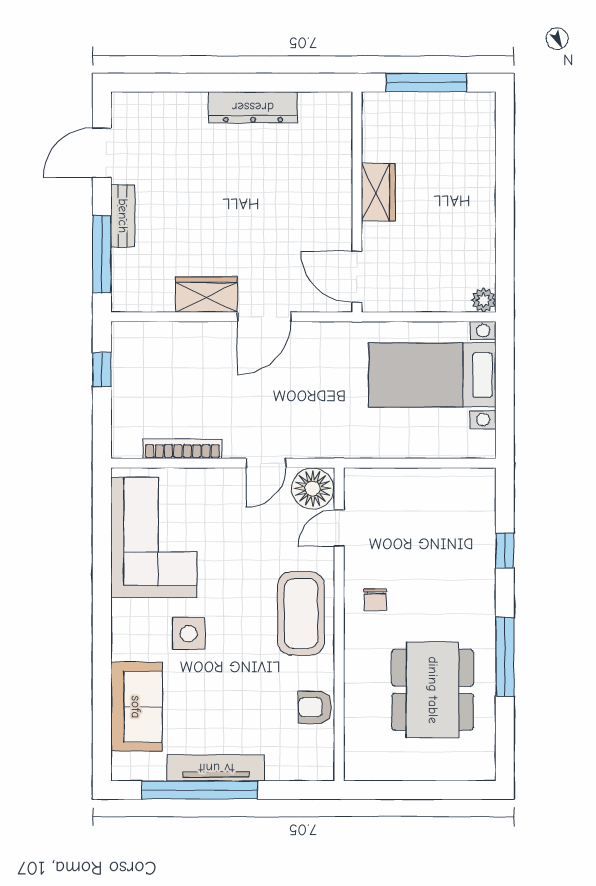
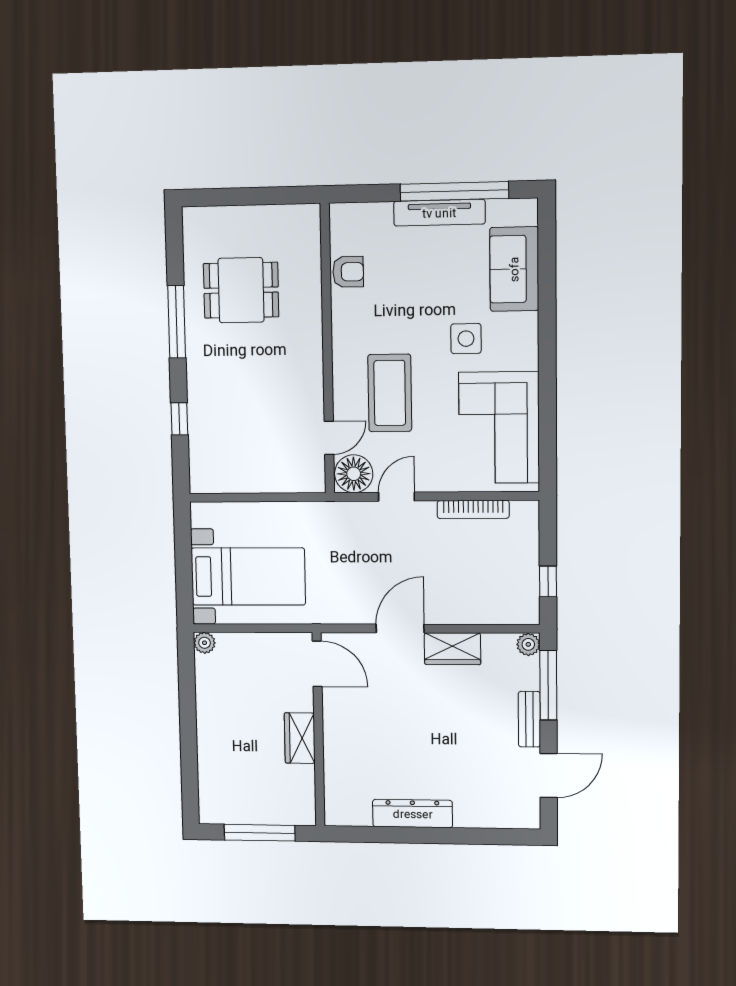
plant: (123, 300) -> (528, 644), added
chair: (375, 600) -> (295, 373), removed
coffee table: (301, 613) -> (390, 393), moved
dining table: (433, 690) -> (241, 290), width x0.73

